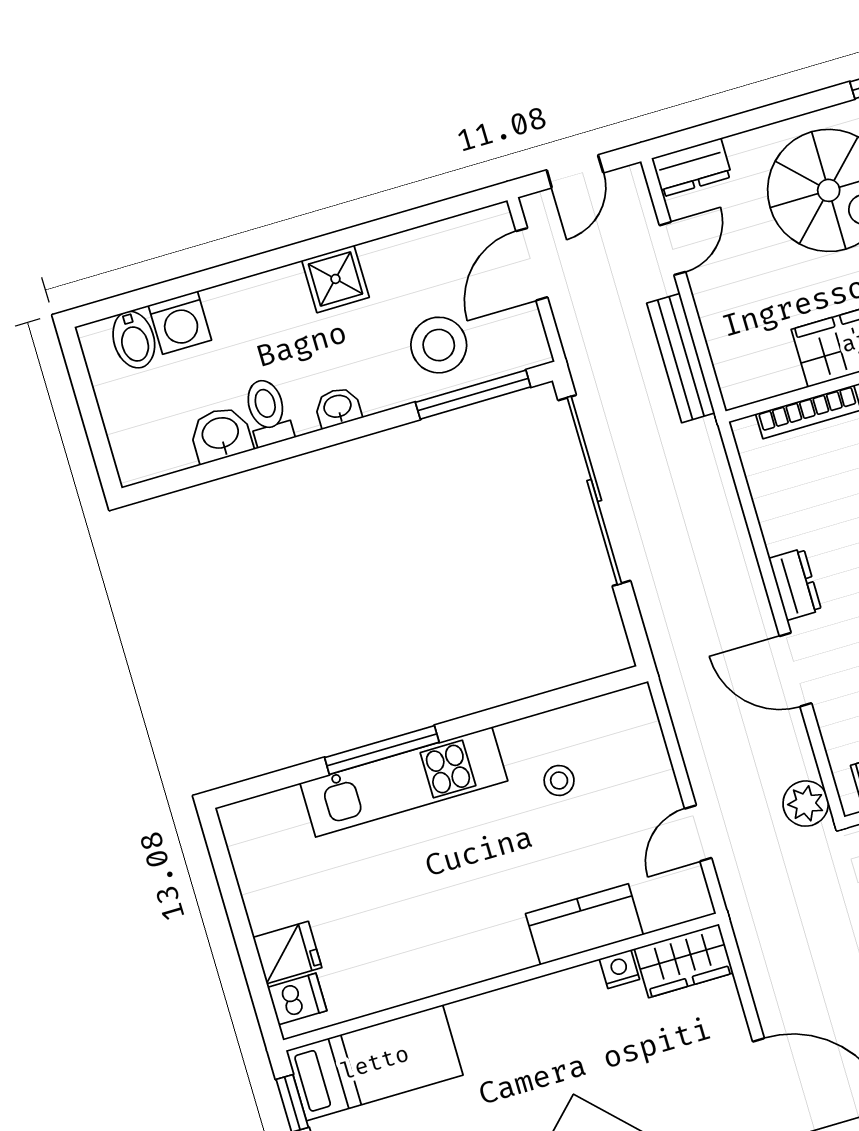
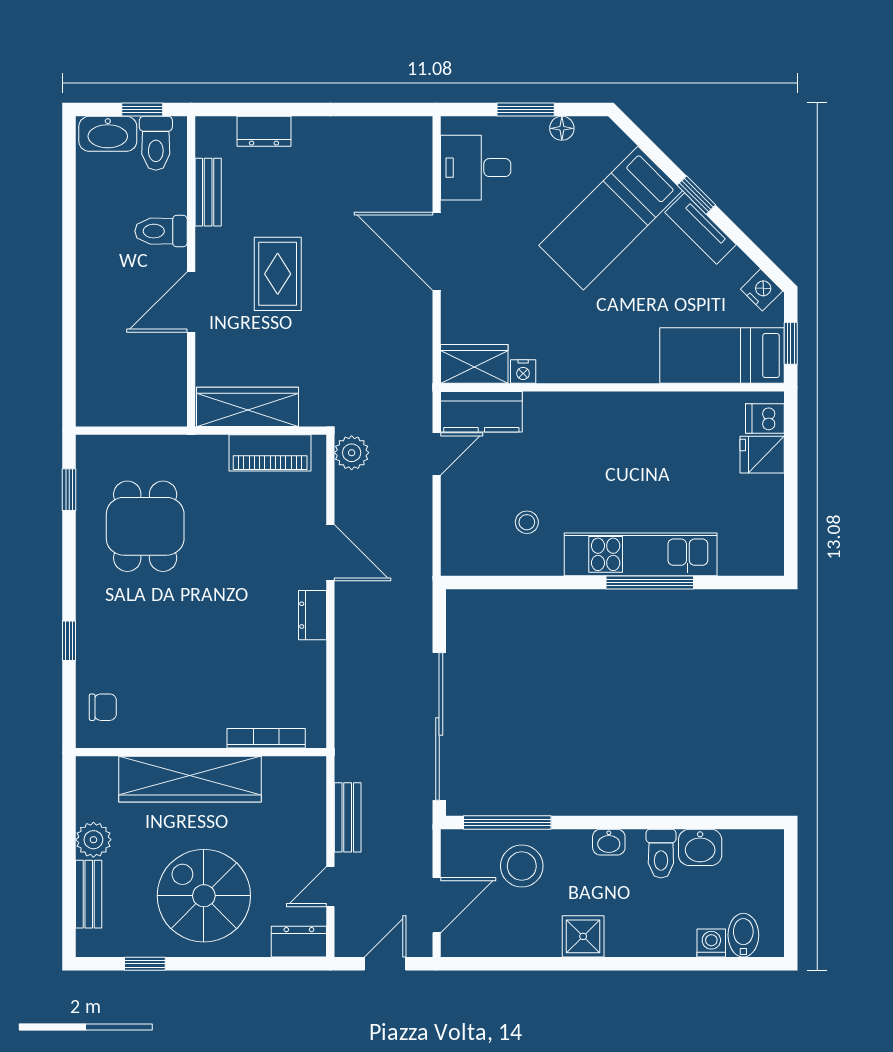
washing machine: (180, 323) -> (711, 943), width x0.73, depth x0.73
bench: (681, 358) -> (348, 817), width x0.73
kitchen counter: (584, 924) -> (481, 412), moved

